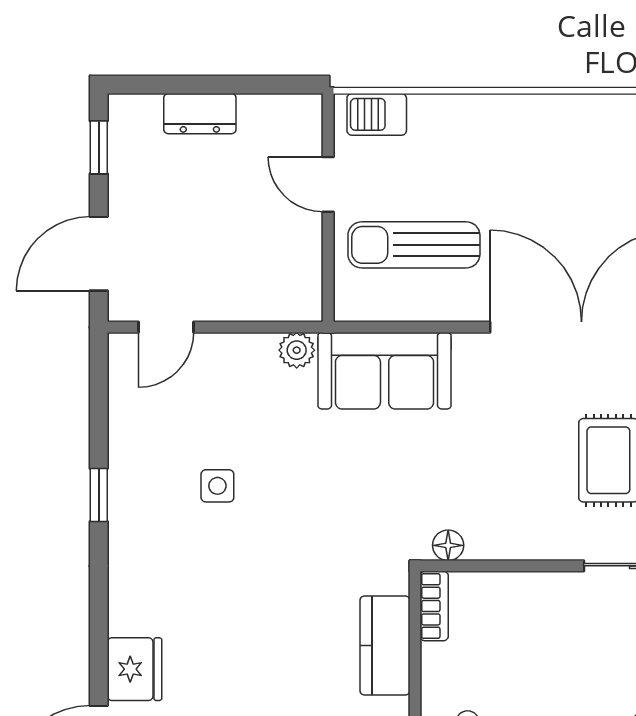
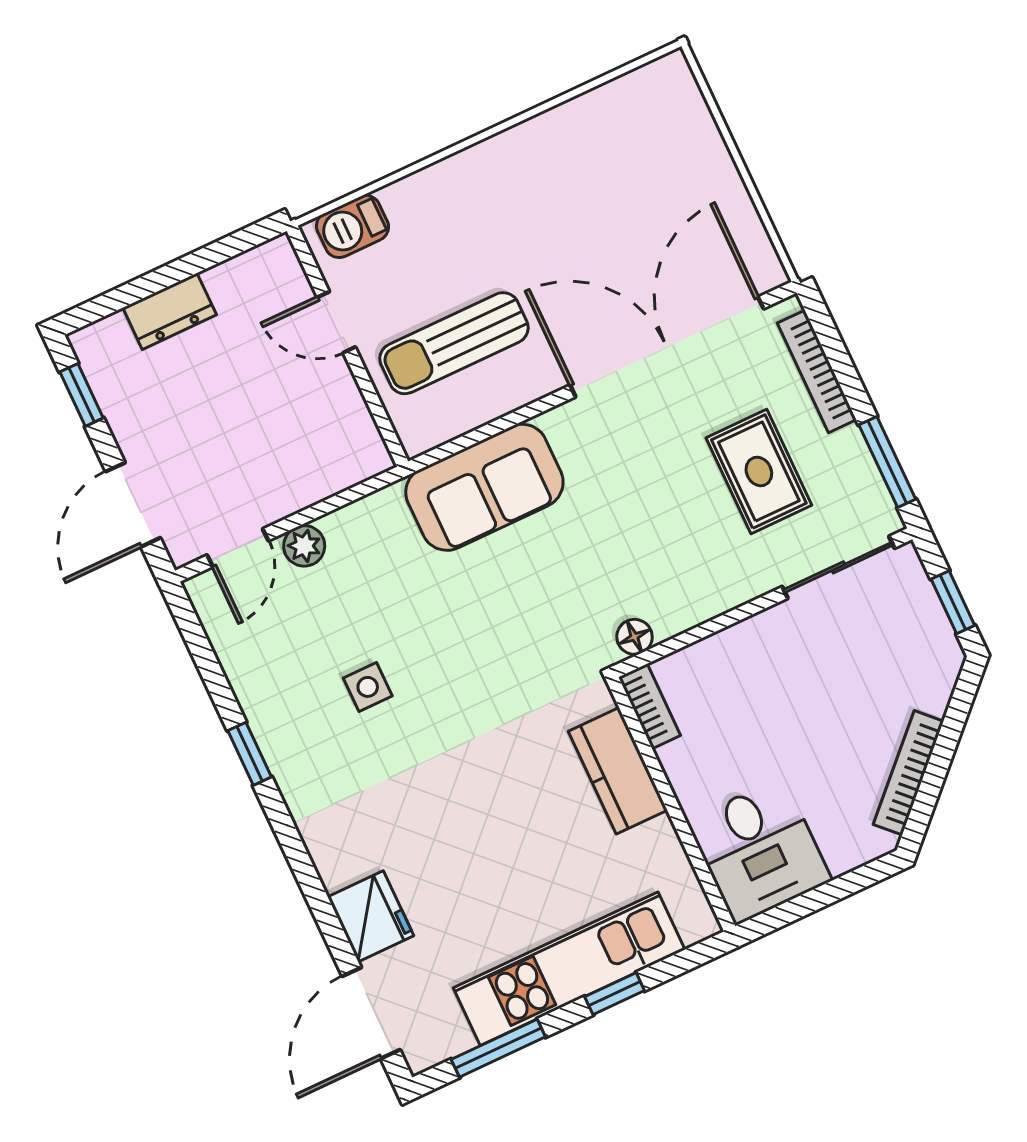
plant: (297, 350) -> (304, 546), moved

